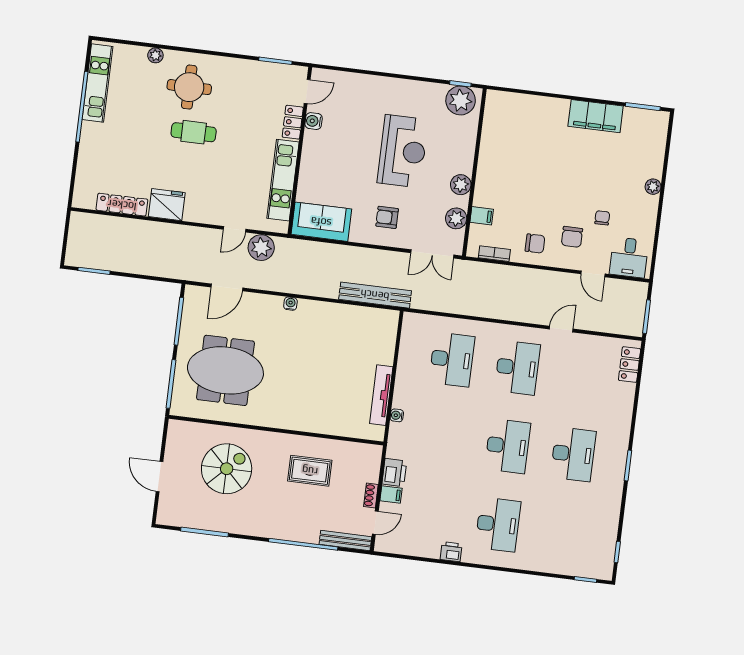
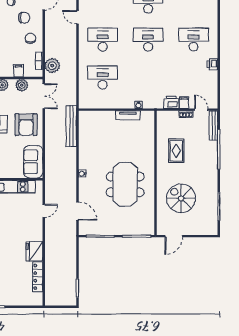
armchair: (387, 217) -> (26, 125), width x1.88, depth x1.88
door: (235, 229) -> (44, 211), hinge flipped
plant: (261, 248) -> (52, 66), moved
meeting table: (225, 370) -> (125, 184), moved
tv unit: (381, 395) -> (128, 115), width x0.71
door: (159, 477) -> (174, 236), moved

